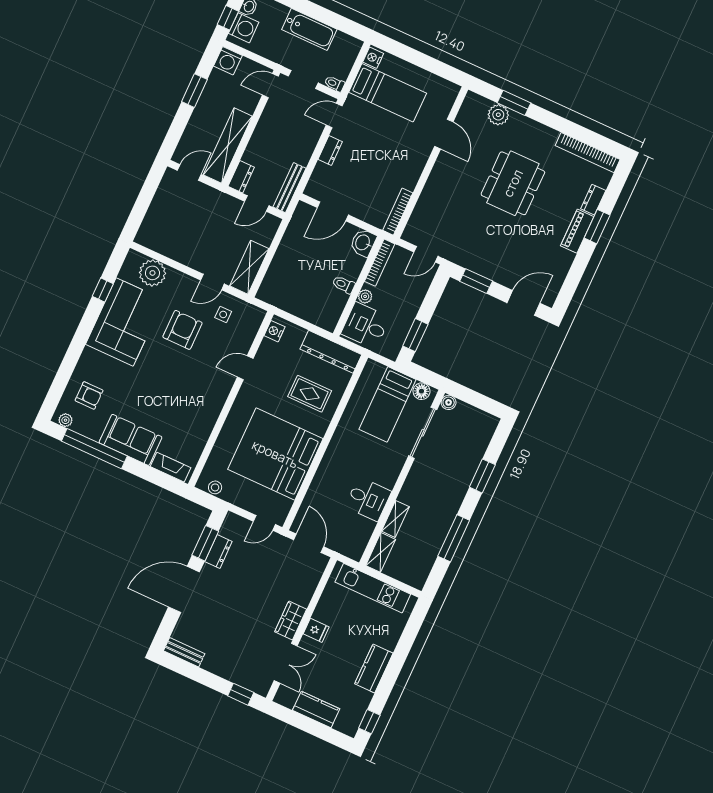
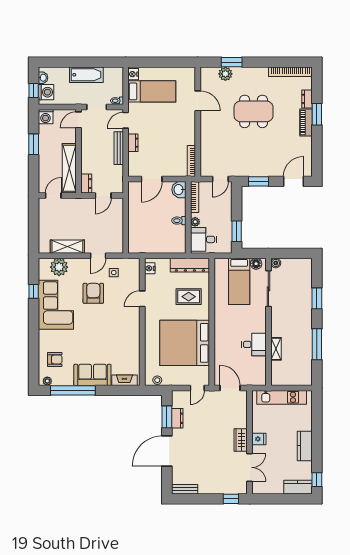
dining table: (513, 183) -> (254, 111), turned 90
bench: (290, 188) -> (119, 148), moved
shelving: (249, 267) -> (67, 247), moved, turned 90
shelving: (381, 552) -> (276, 373), removed
kitchen counter: (316, 709) -> (298, 487), moved

